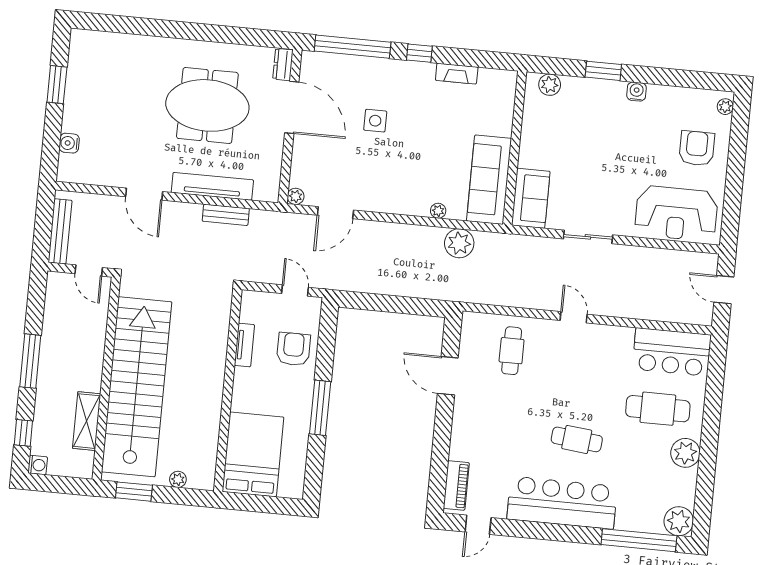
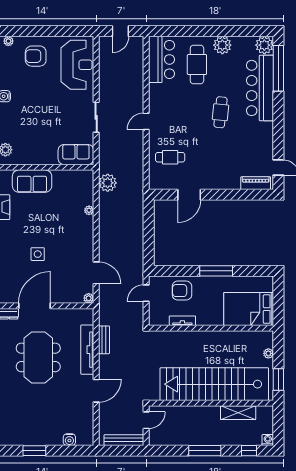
sofa: (489, 180) -> (32, 181), moved, width x0.73
plant: (459, 243) -> (108, 183), moved
bar counter: (562, 503) -> (260, 88), moved

